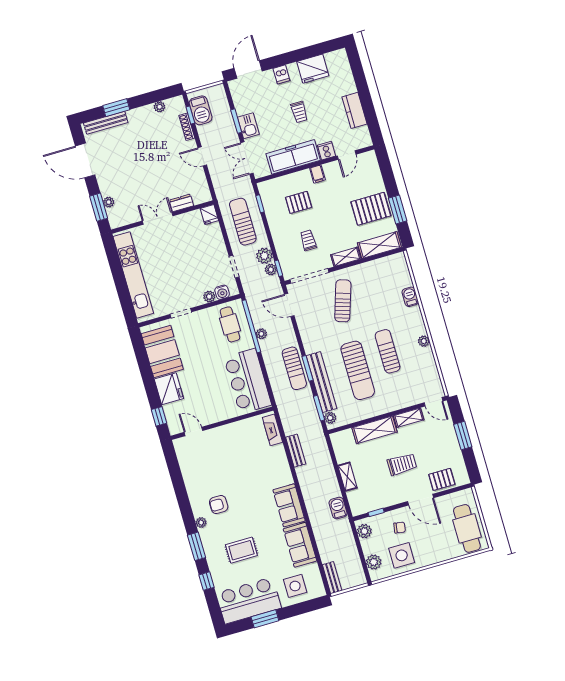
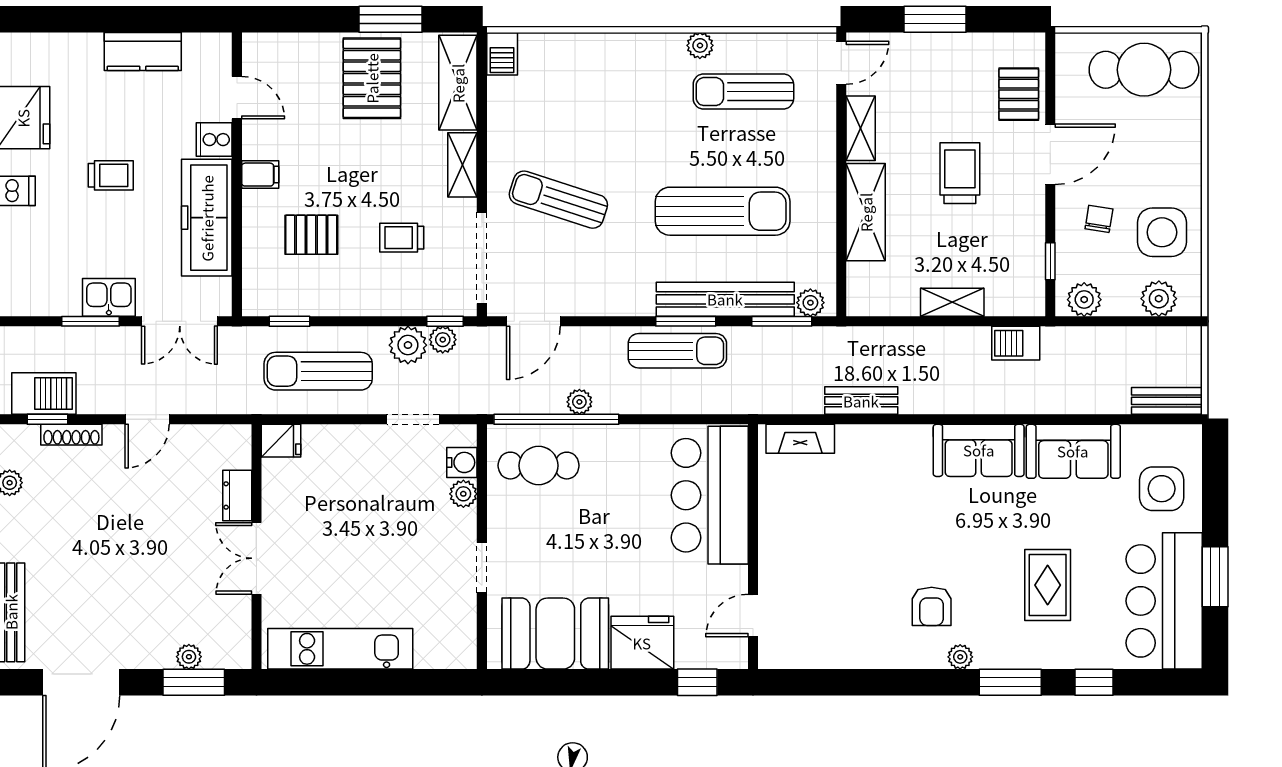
pallet: (299, 202) -> (311, 235), turned 90
kitchen unit: (133, 275) -> (340, 649), width x0.73
barbecue: (410, 297) -> (502, 54), moved, turned -90
sun lounger: (388, 351) -> (743, 92), moved
bar counter: (248, 381) -> (710, 495), moved, turned 90

